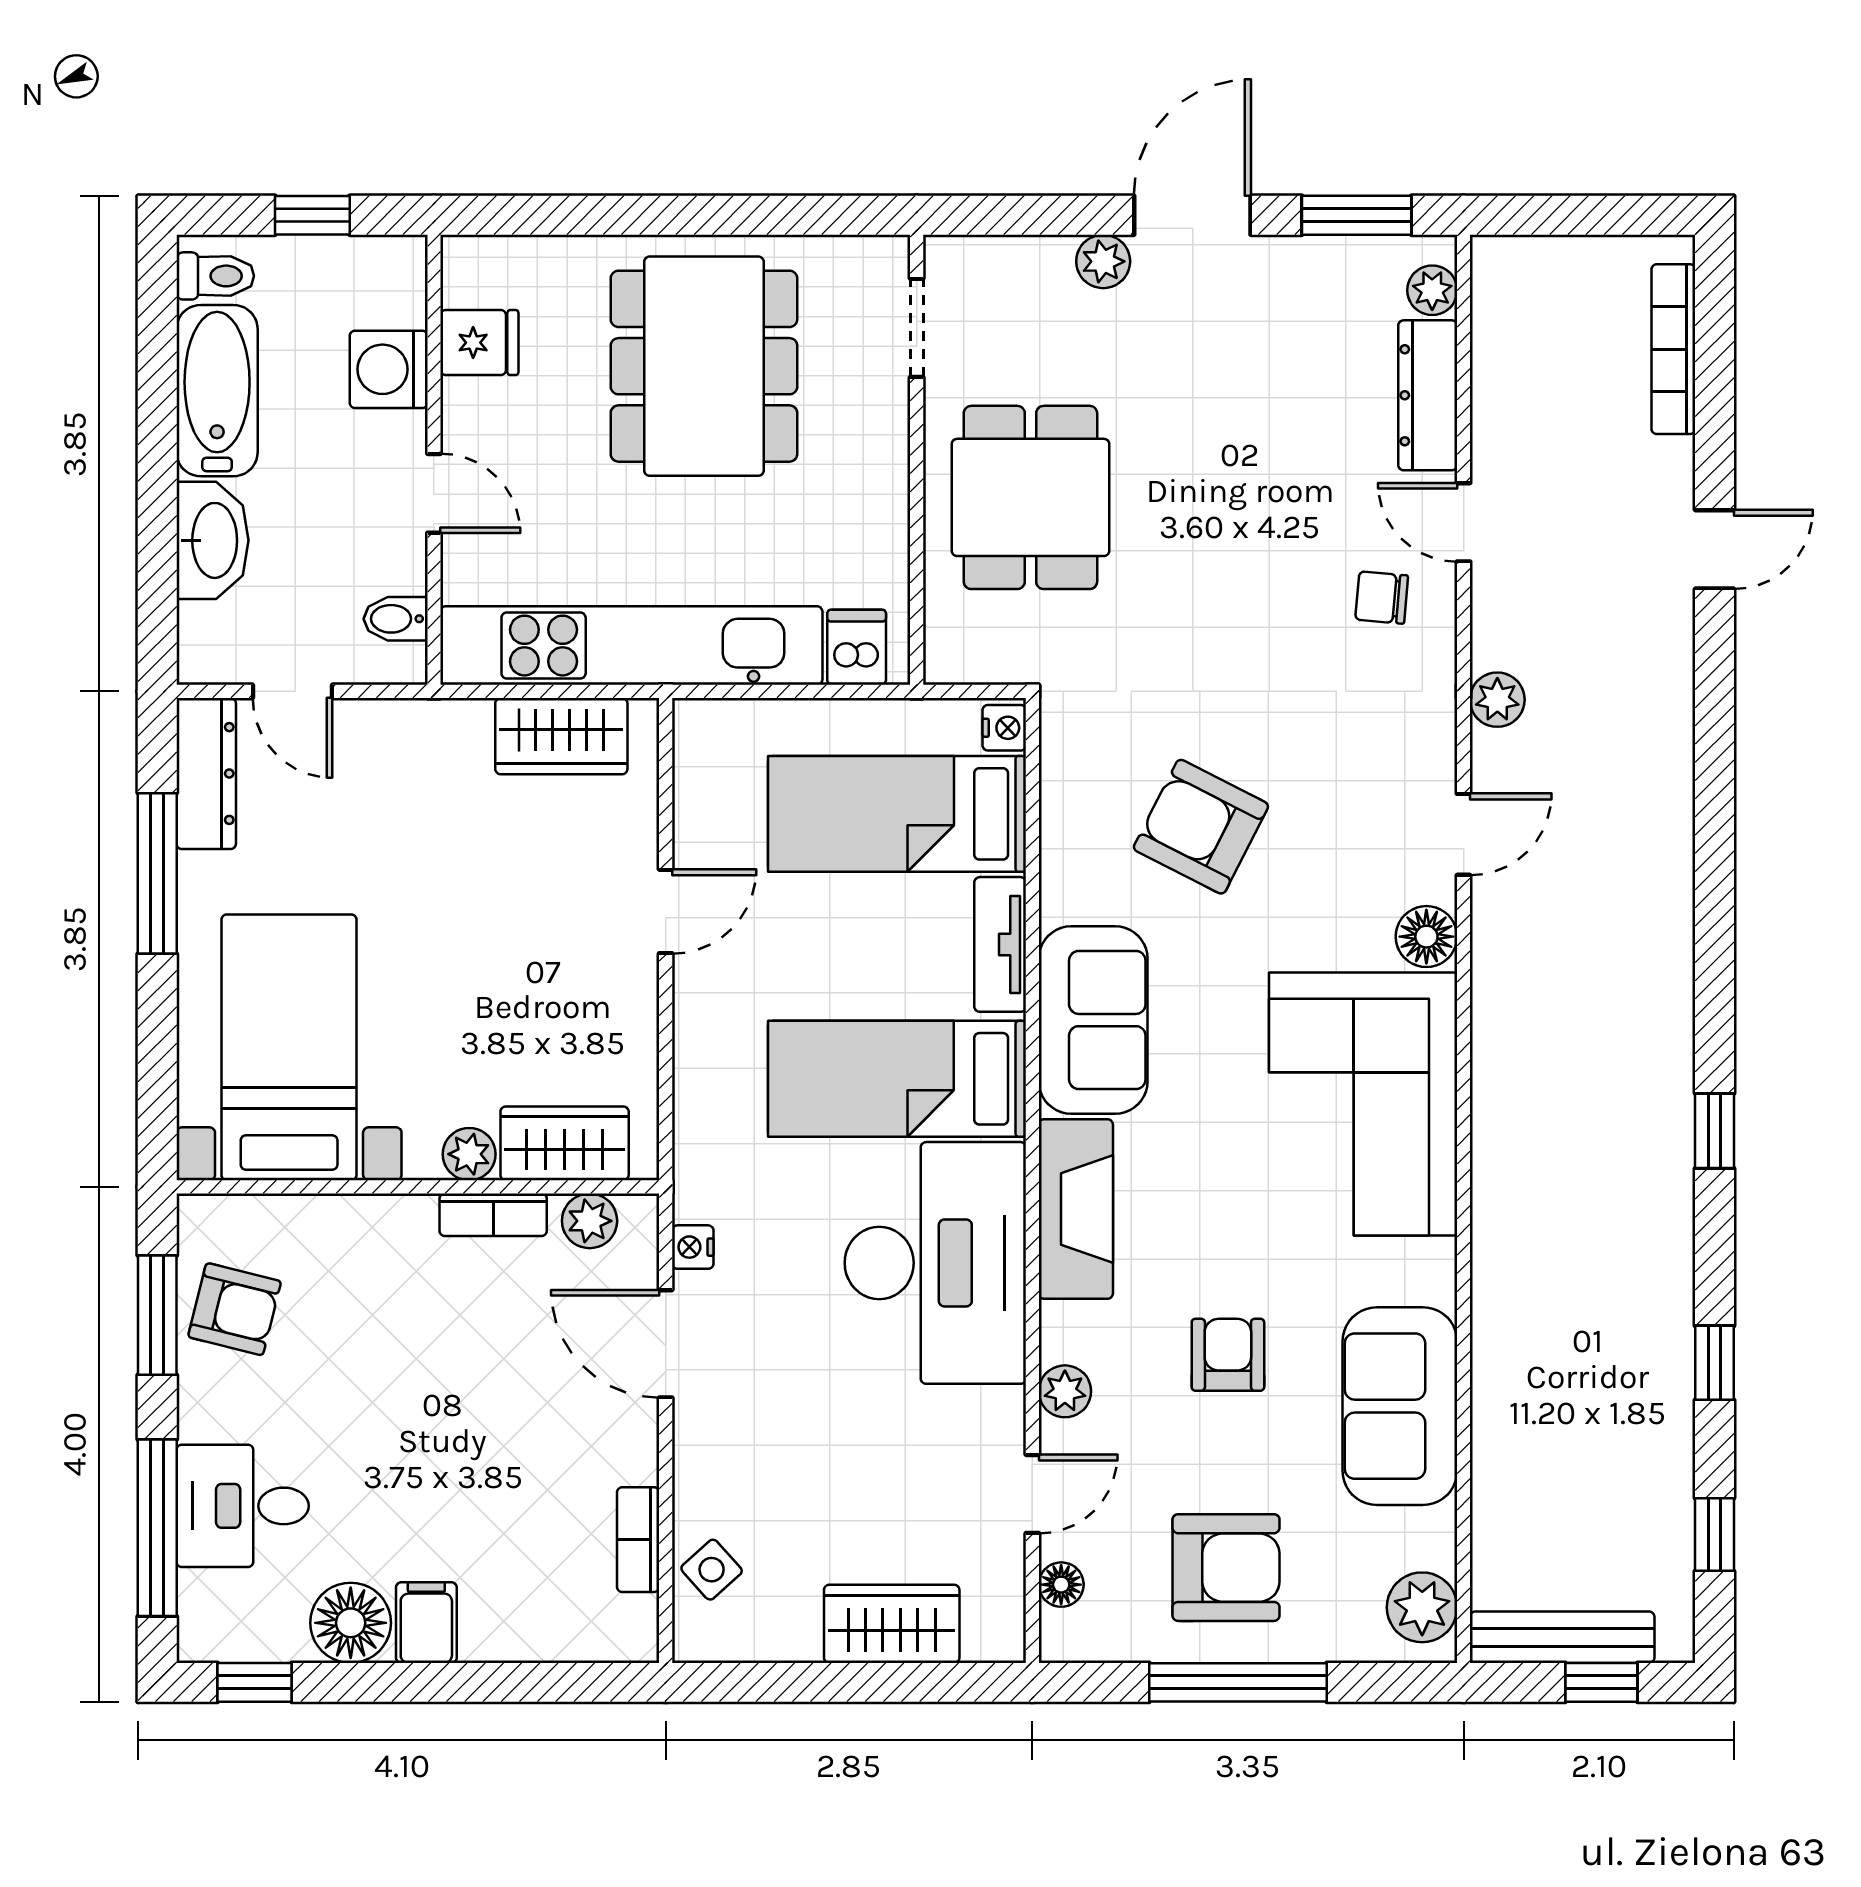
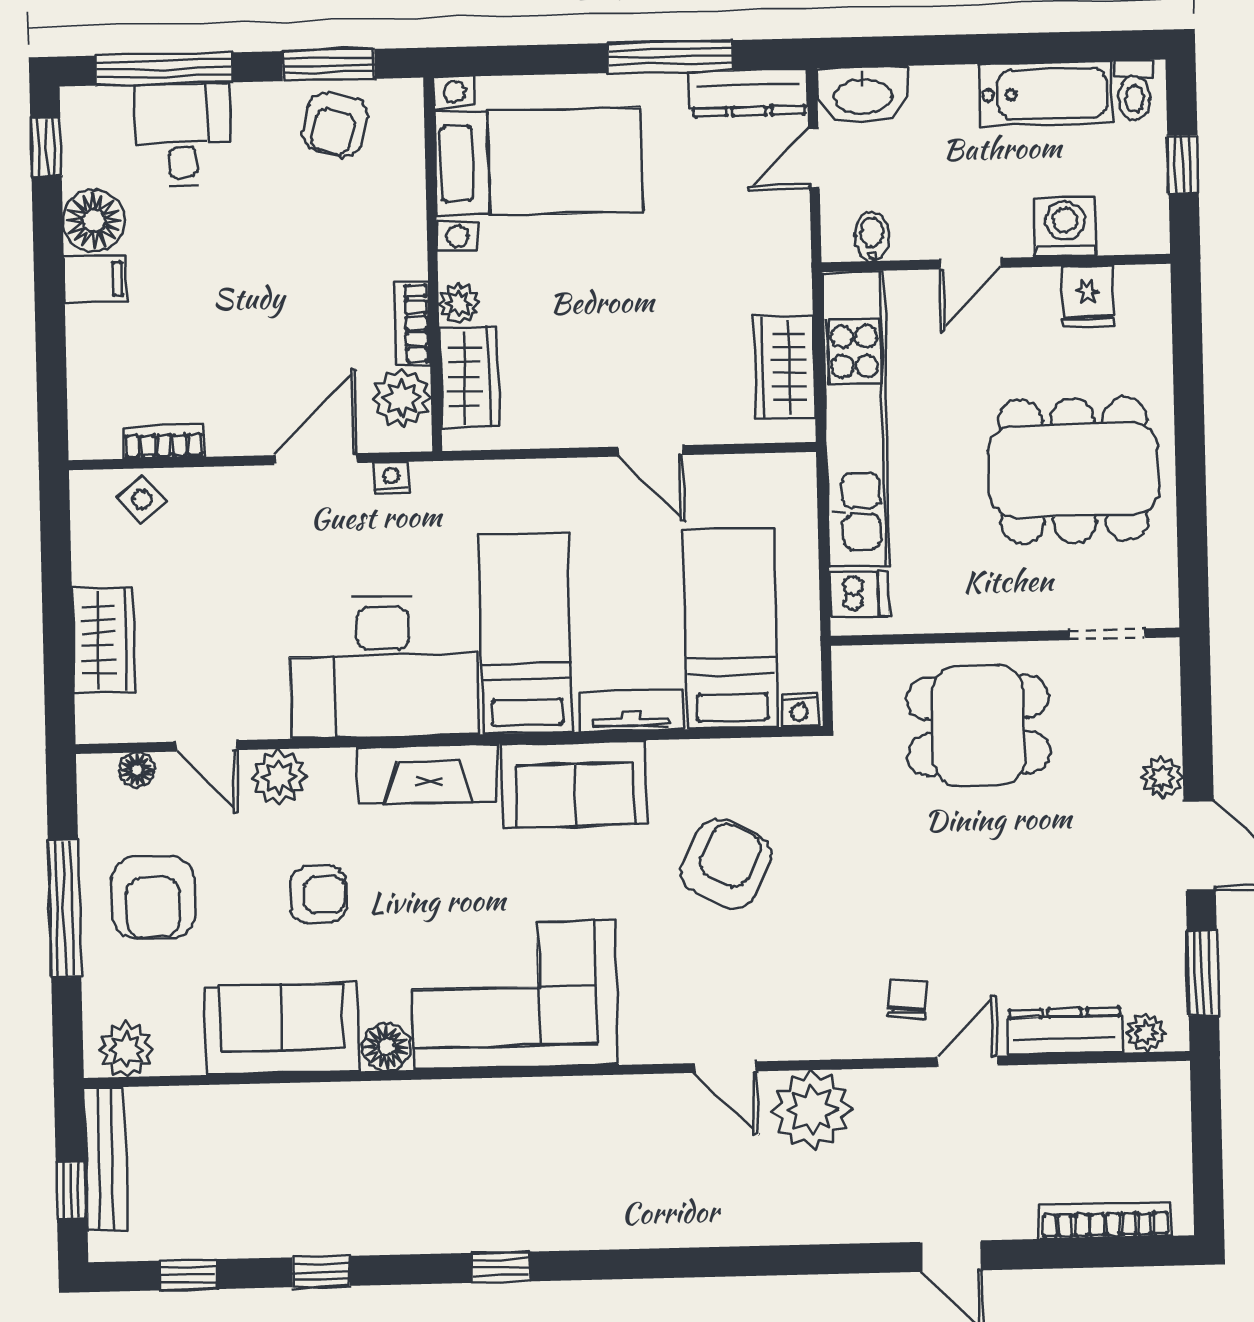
washbasin: (213, 540) -> (863, 95), moved
plant: (1497, 700) -> (812, 1110), width x1.88, depth x1.88
floor lamp: (1426, 937) -> (386, 1047), moved
plant: (590, 1221) -> (402, 398), width x1.38, depth x1.38
plant: (1065, 1391) -> (279, 777), width x1.38, depth x1.38

